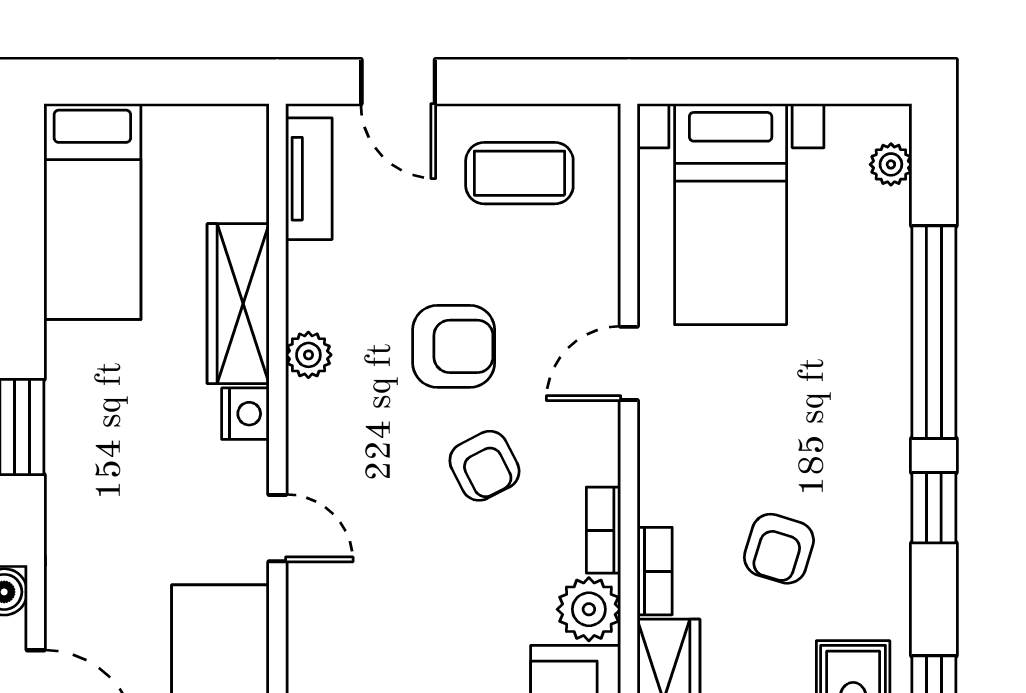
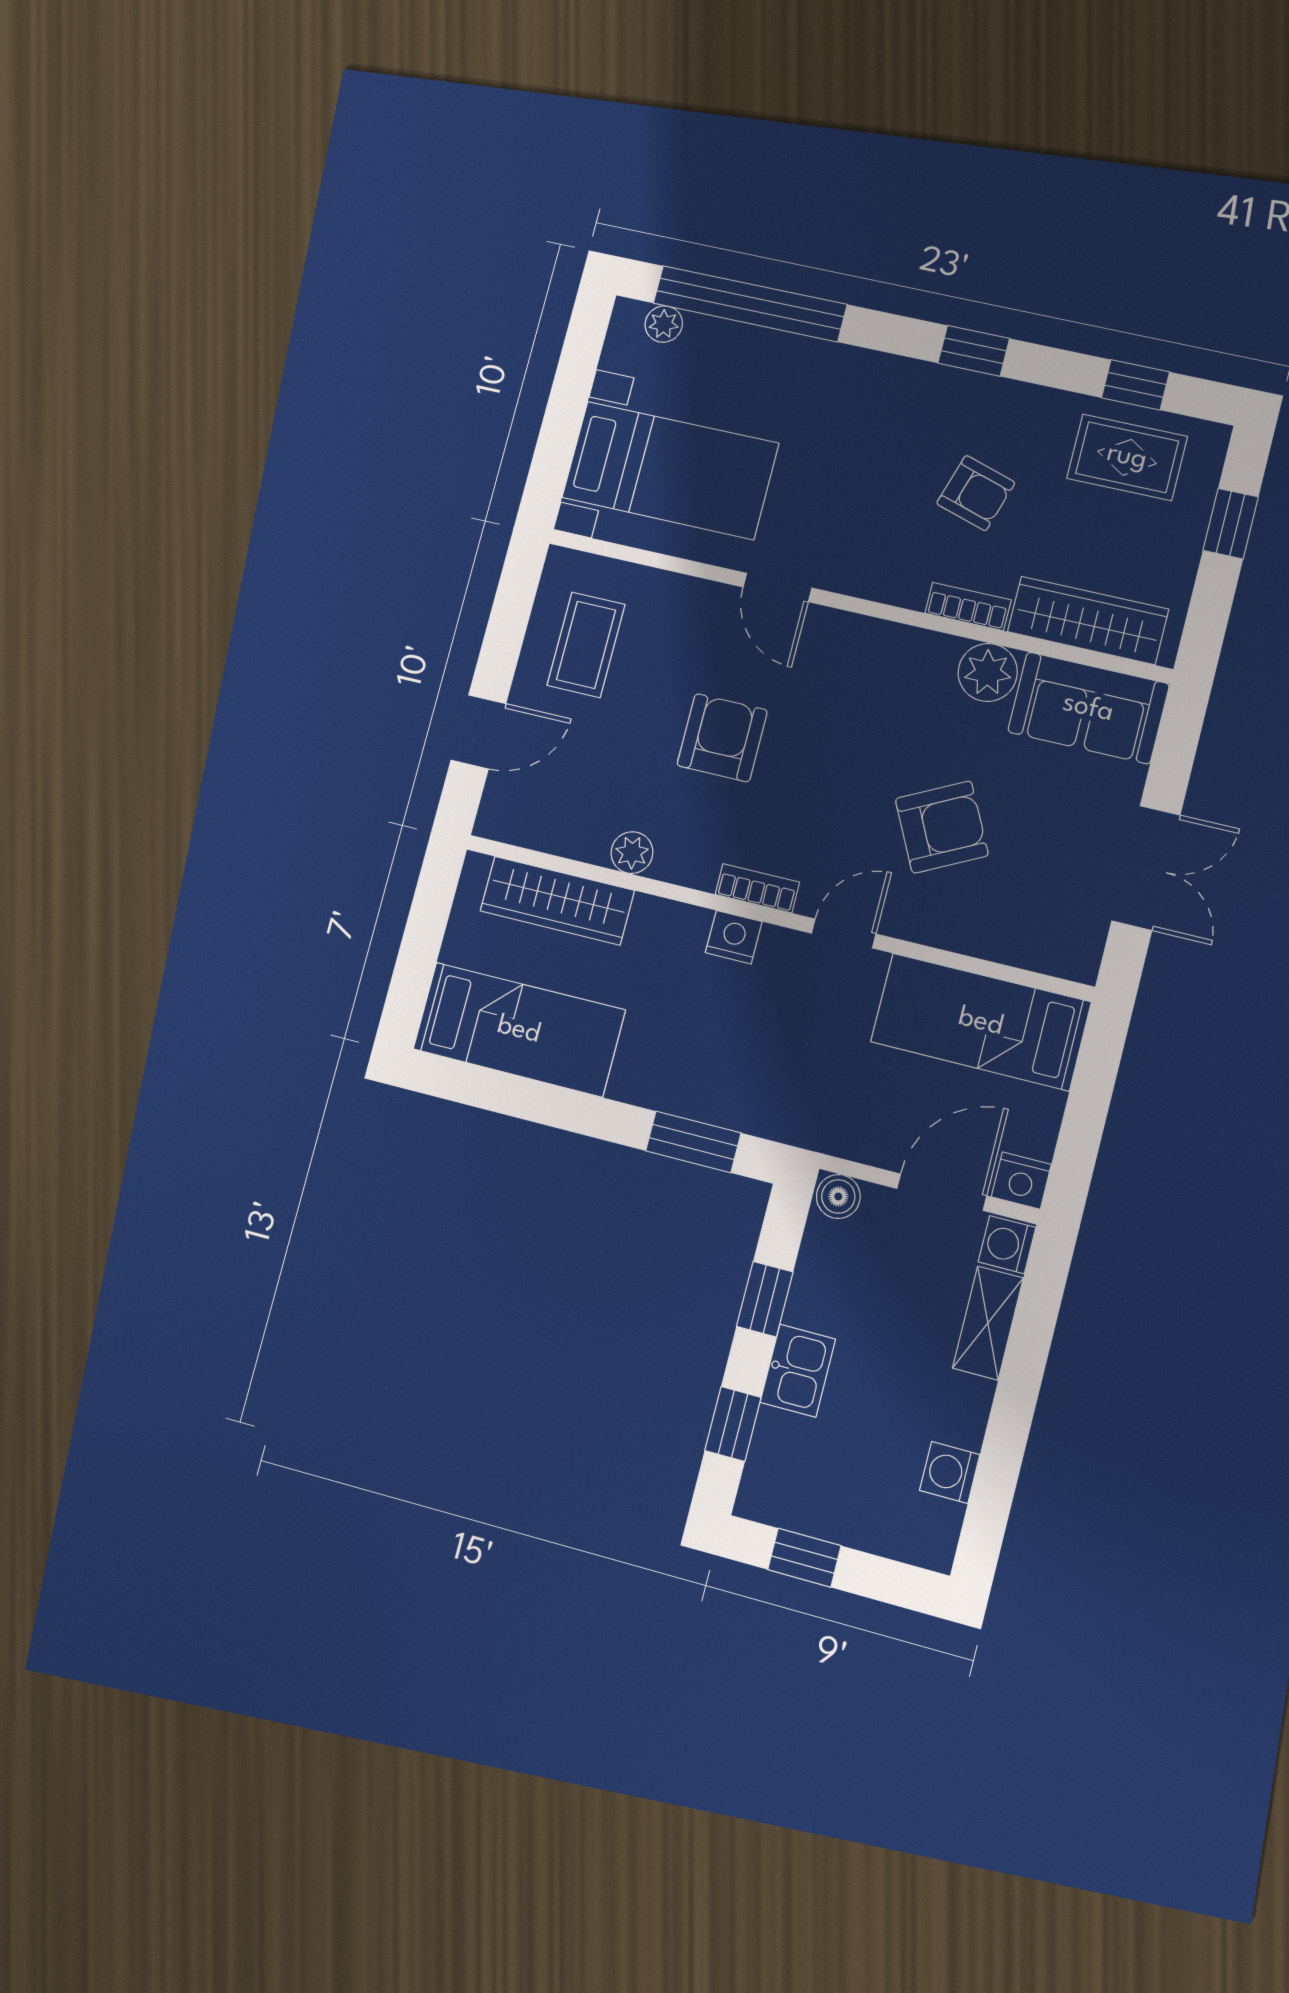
tv unit: (309, 179) -> (541, 830), removed
wardrobe: (238, 304) -> (557, 901), moved
window: (934, 332) -> (750, 304), moved
plant: (308, 355) -> (632, 853), moved
armchair: (484, 466) -> (942, 827), moved, width x1.38, depth x1.38
bookcase: (603, 530) -> (757, 888), moved, turned 180

